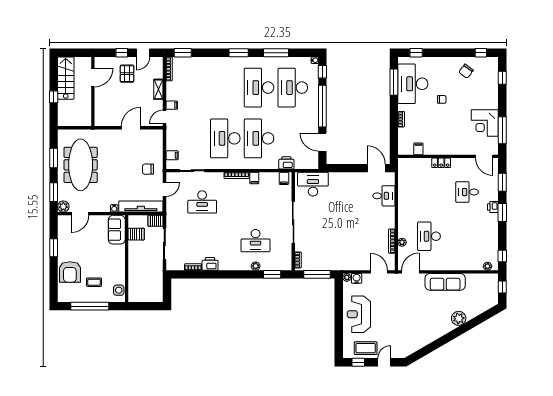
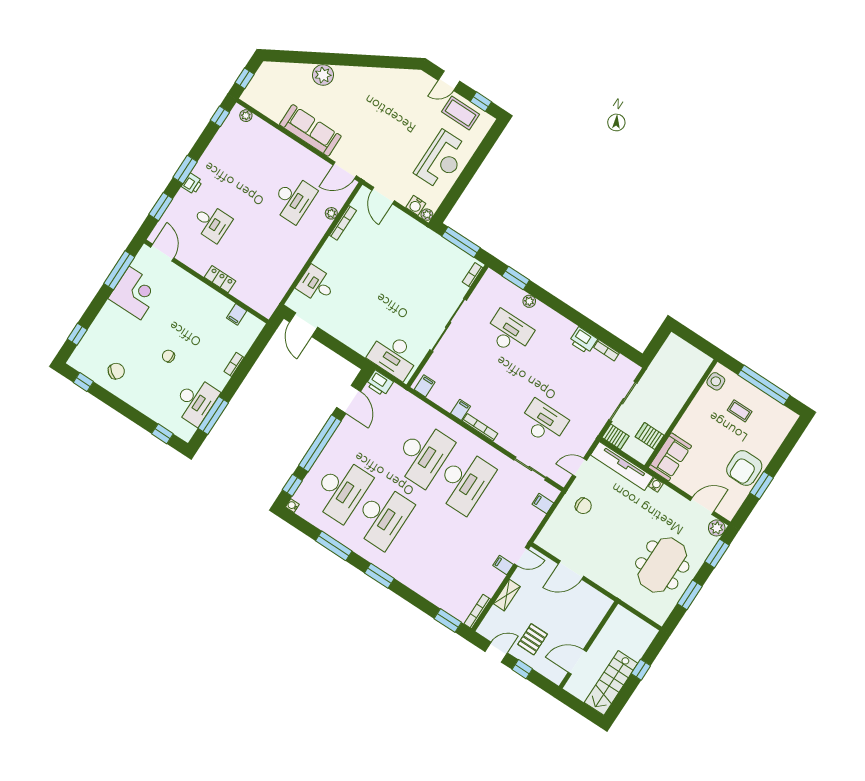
desk: (413, 84) -> (196, 401), width x0.73, depth x0.77
printer: (286, 163) -> (379, 383), moved
meeting table: (81, 165) -> (662, 565), width x0.73
armchair: (70, 272) -> (744, 468), moved, turned 180

